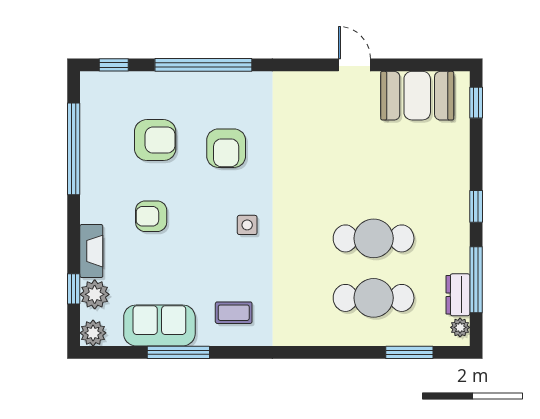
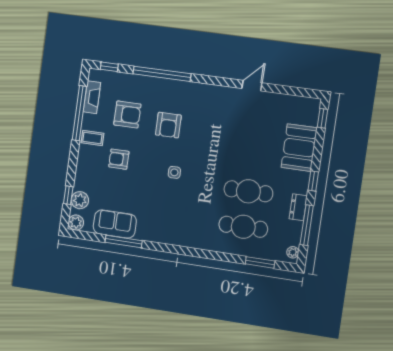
door: (354, 65) -> (252, 86), hinge flipped
booth: (417, 96) -> (299, 148), moved, turned 90
fireplace: (91, 251) -> (92, 97), moved
dresser: (458, 295) -> (298, 207), moved
coffee table: (234, 313) -> (92, 138), moved

